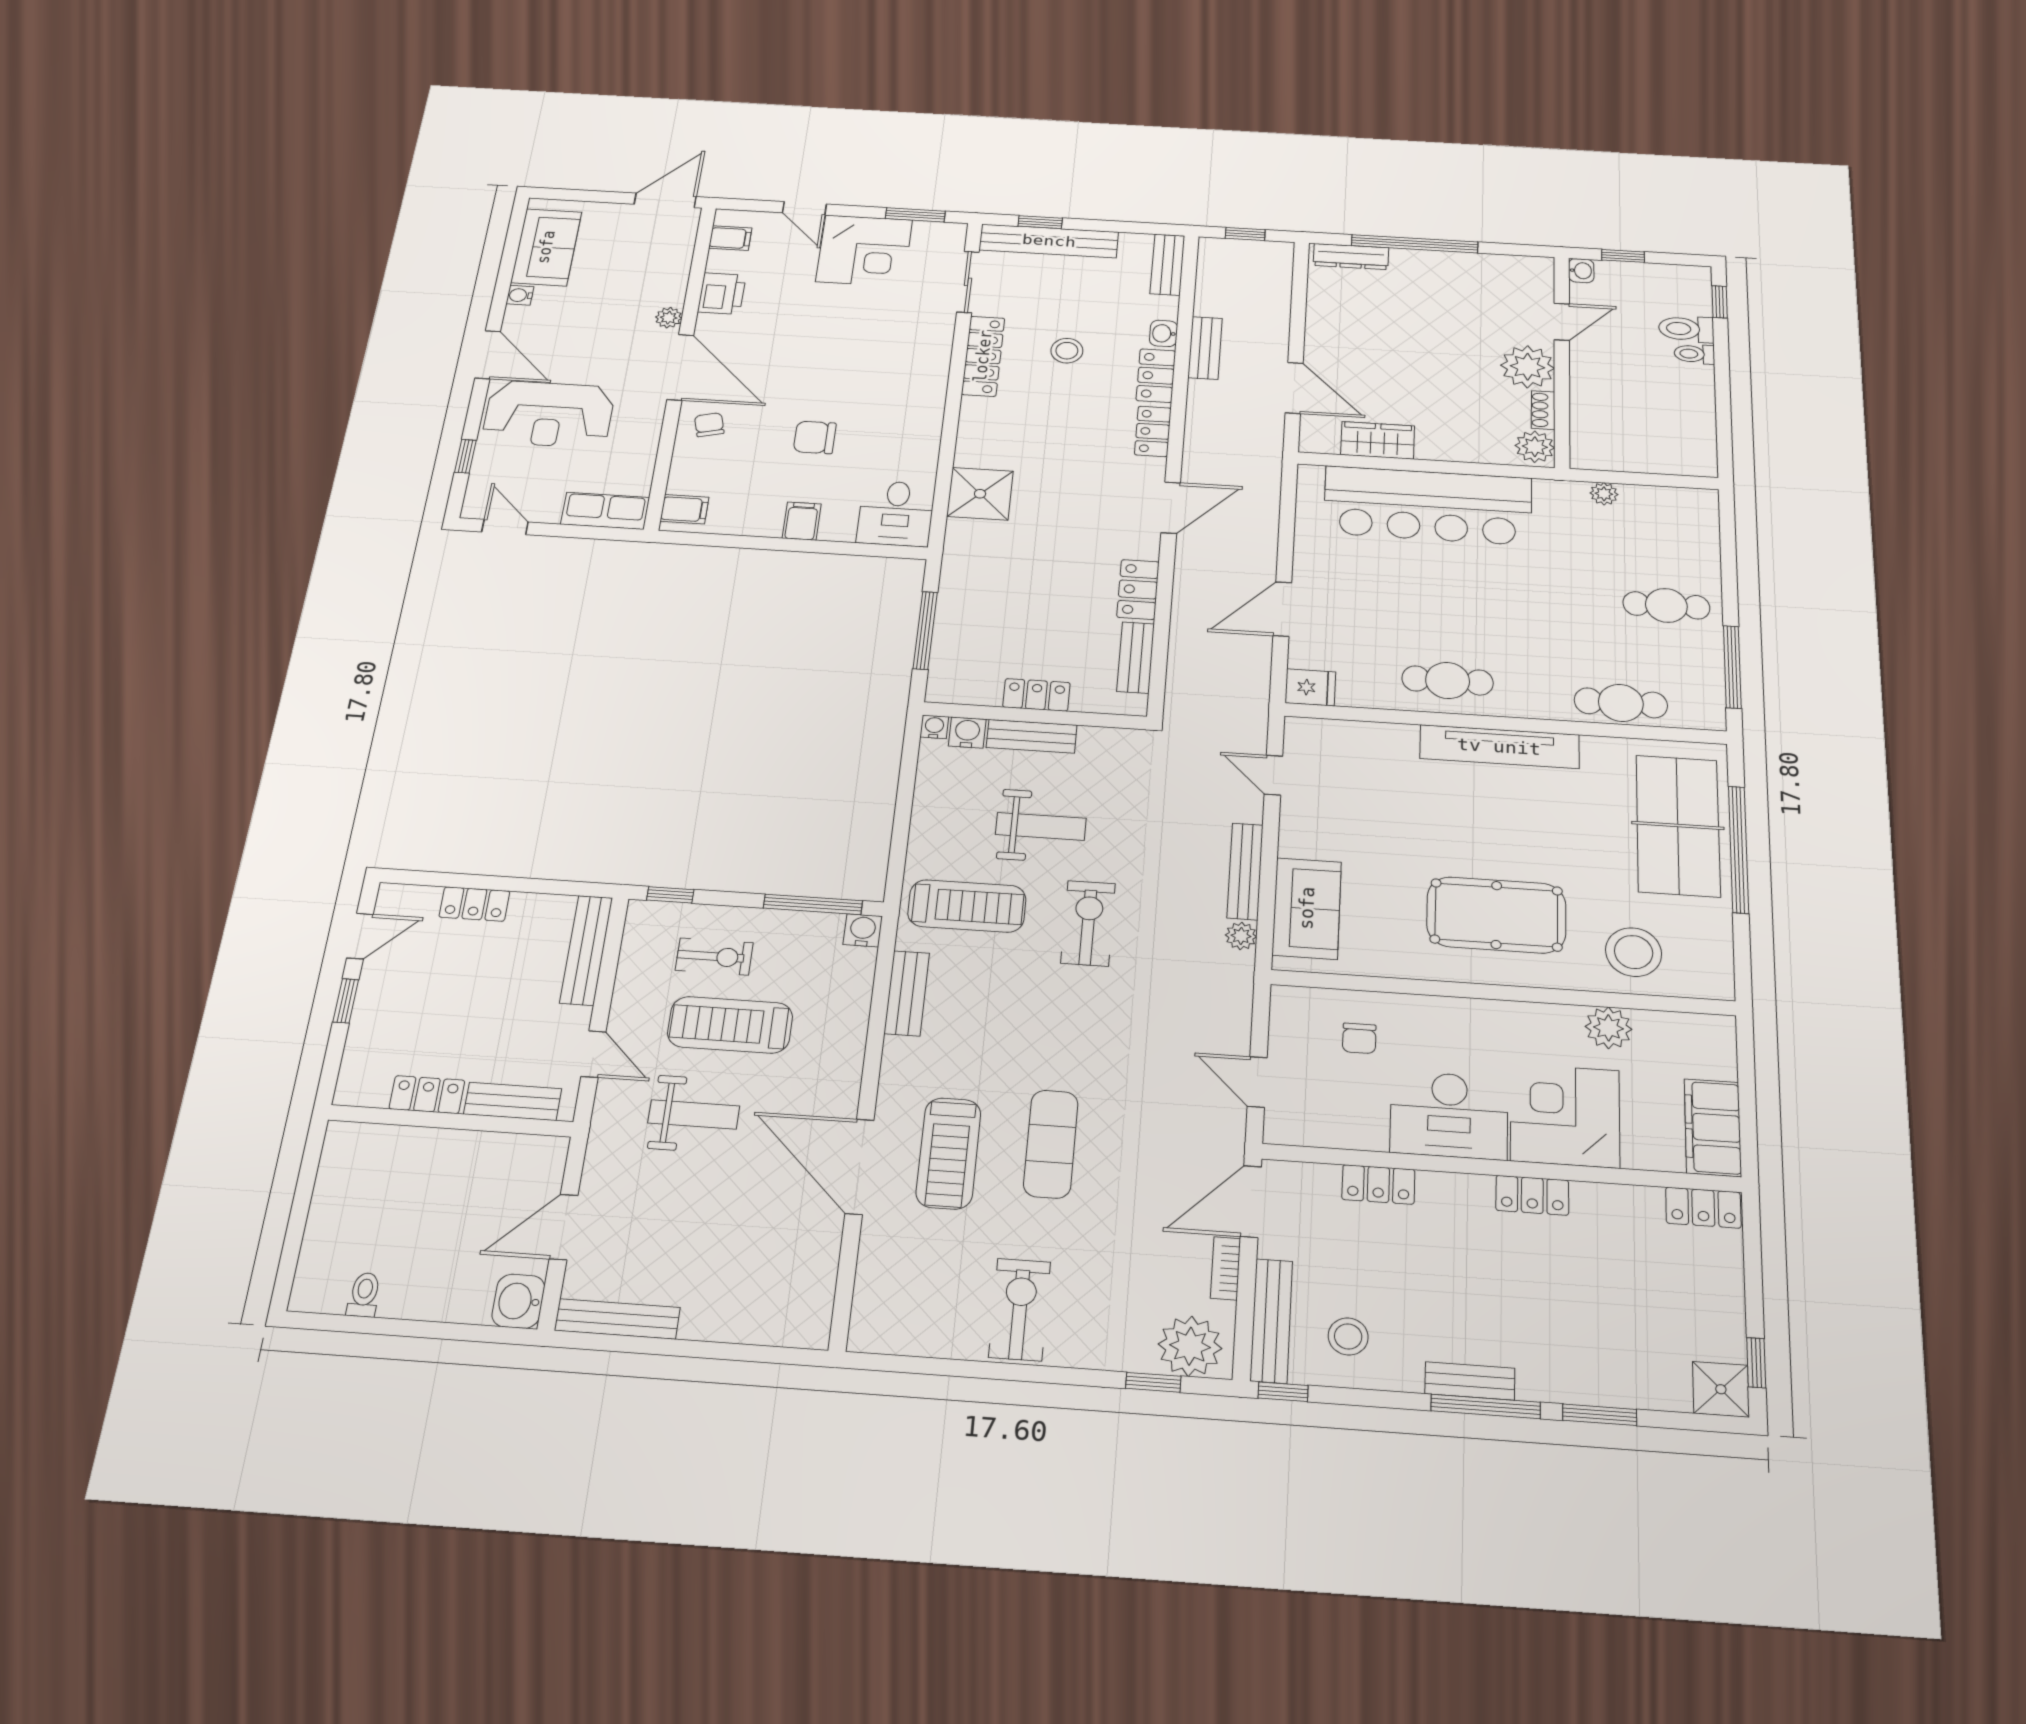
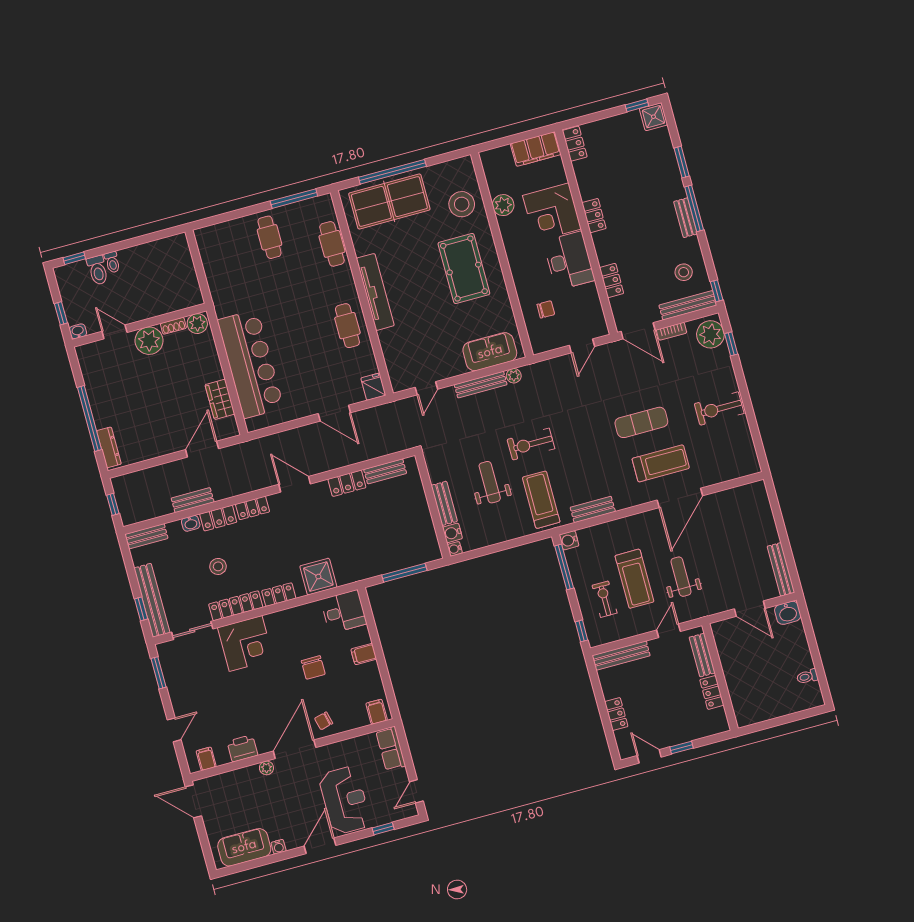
corner desk: (864, 251) -> (246, 644), moved, turned 90
plant: (1604, 494) -> (214, 283), removed
locker: (1036, 695) -> (279, 595), moved, turned 90

